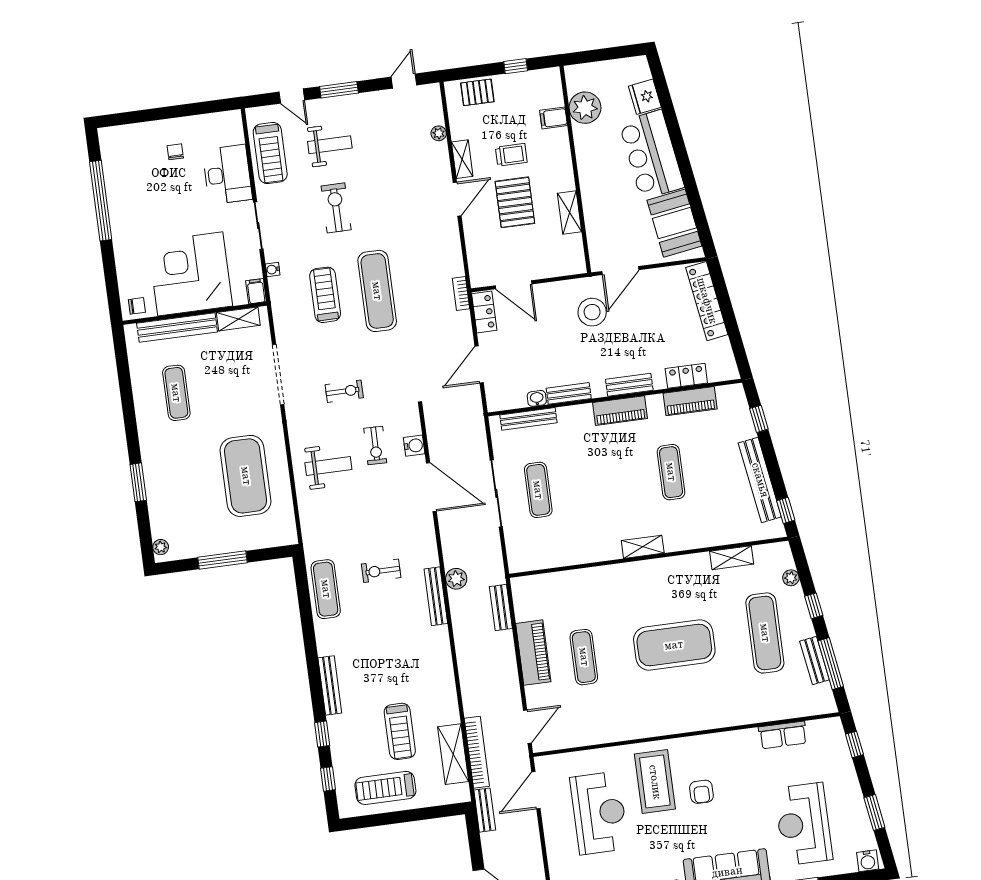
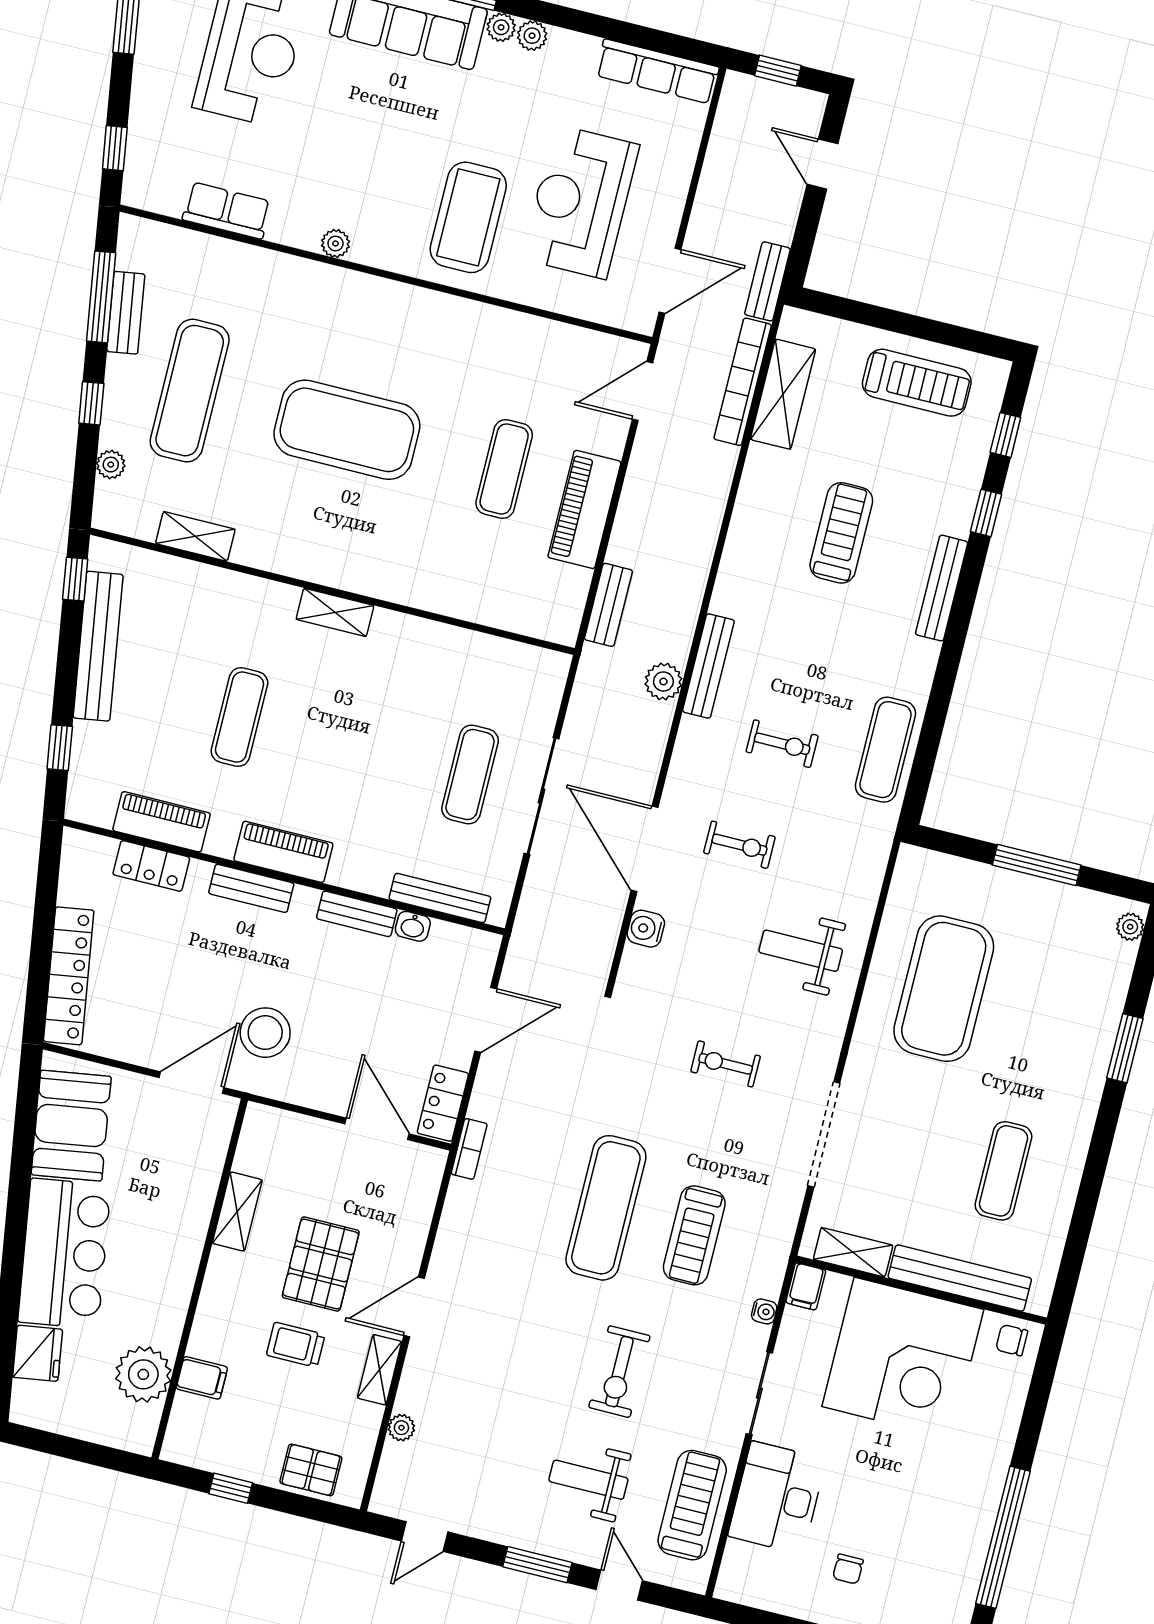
exercise bike: (375, 446) -> (739, 845), moved, turned 89
treadmill: (400, 731) -> (841, 533), moved
plant: (719, 740) -> (335, 243), added
armchair: (701, 792) -> (398, 170), removed

